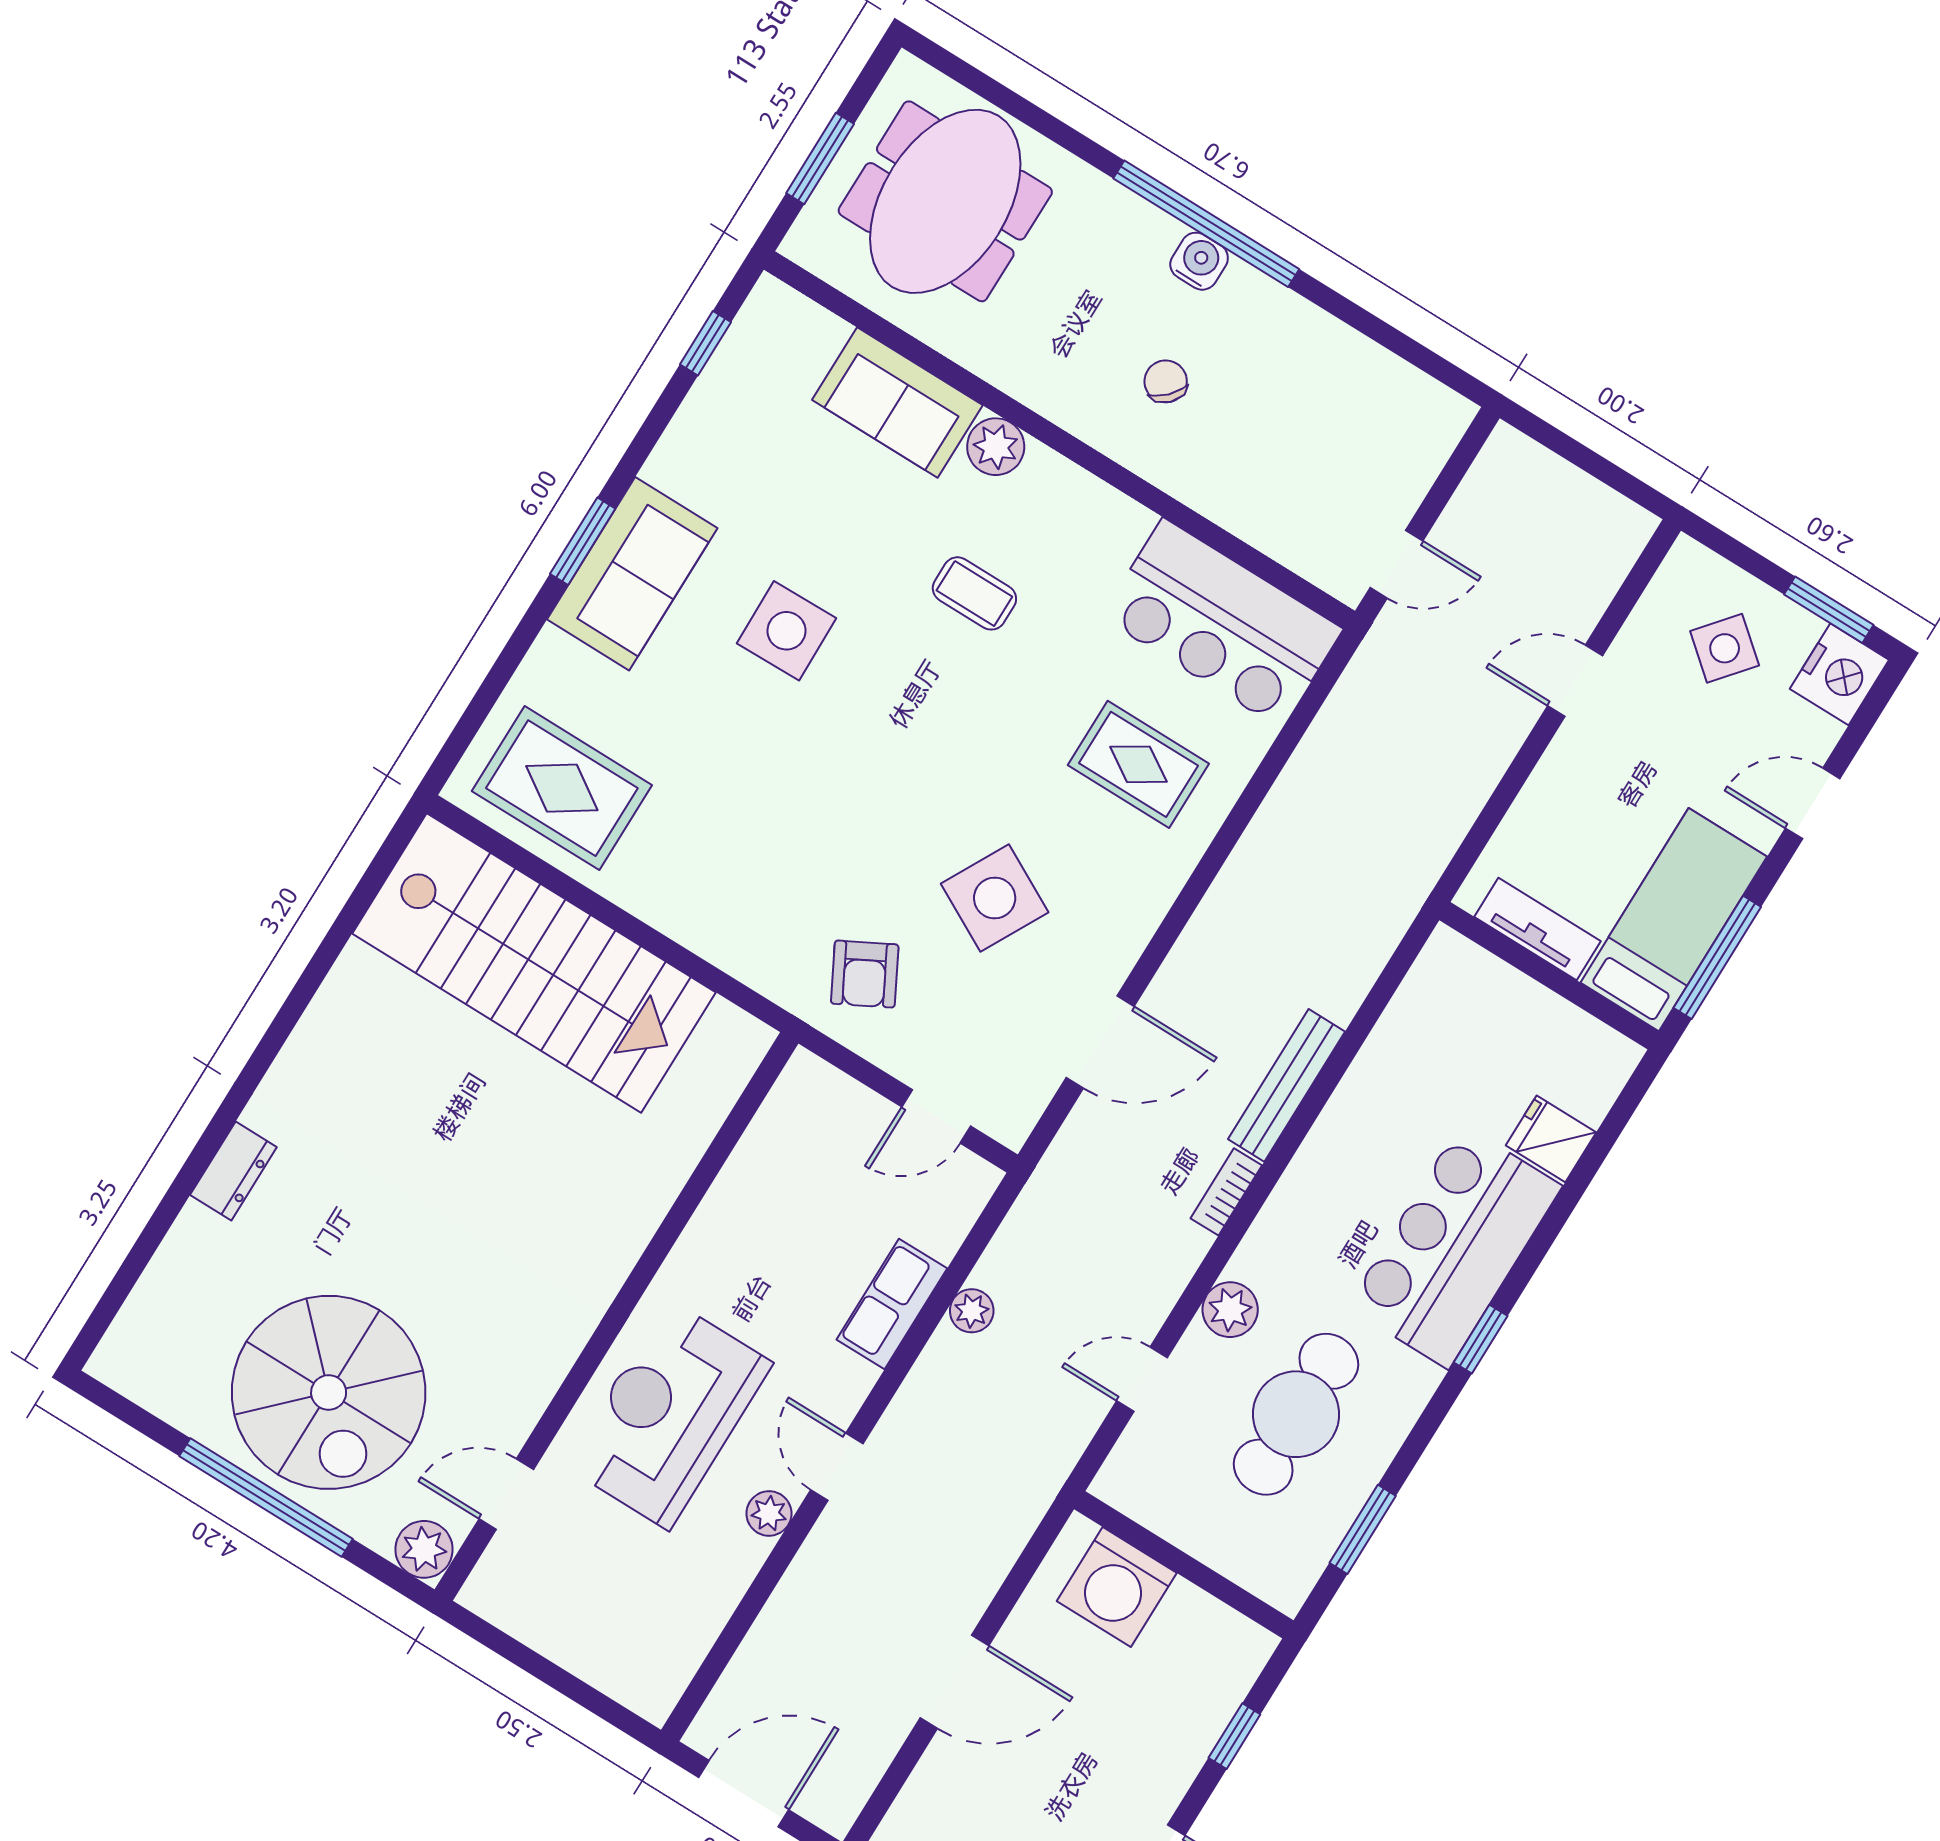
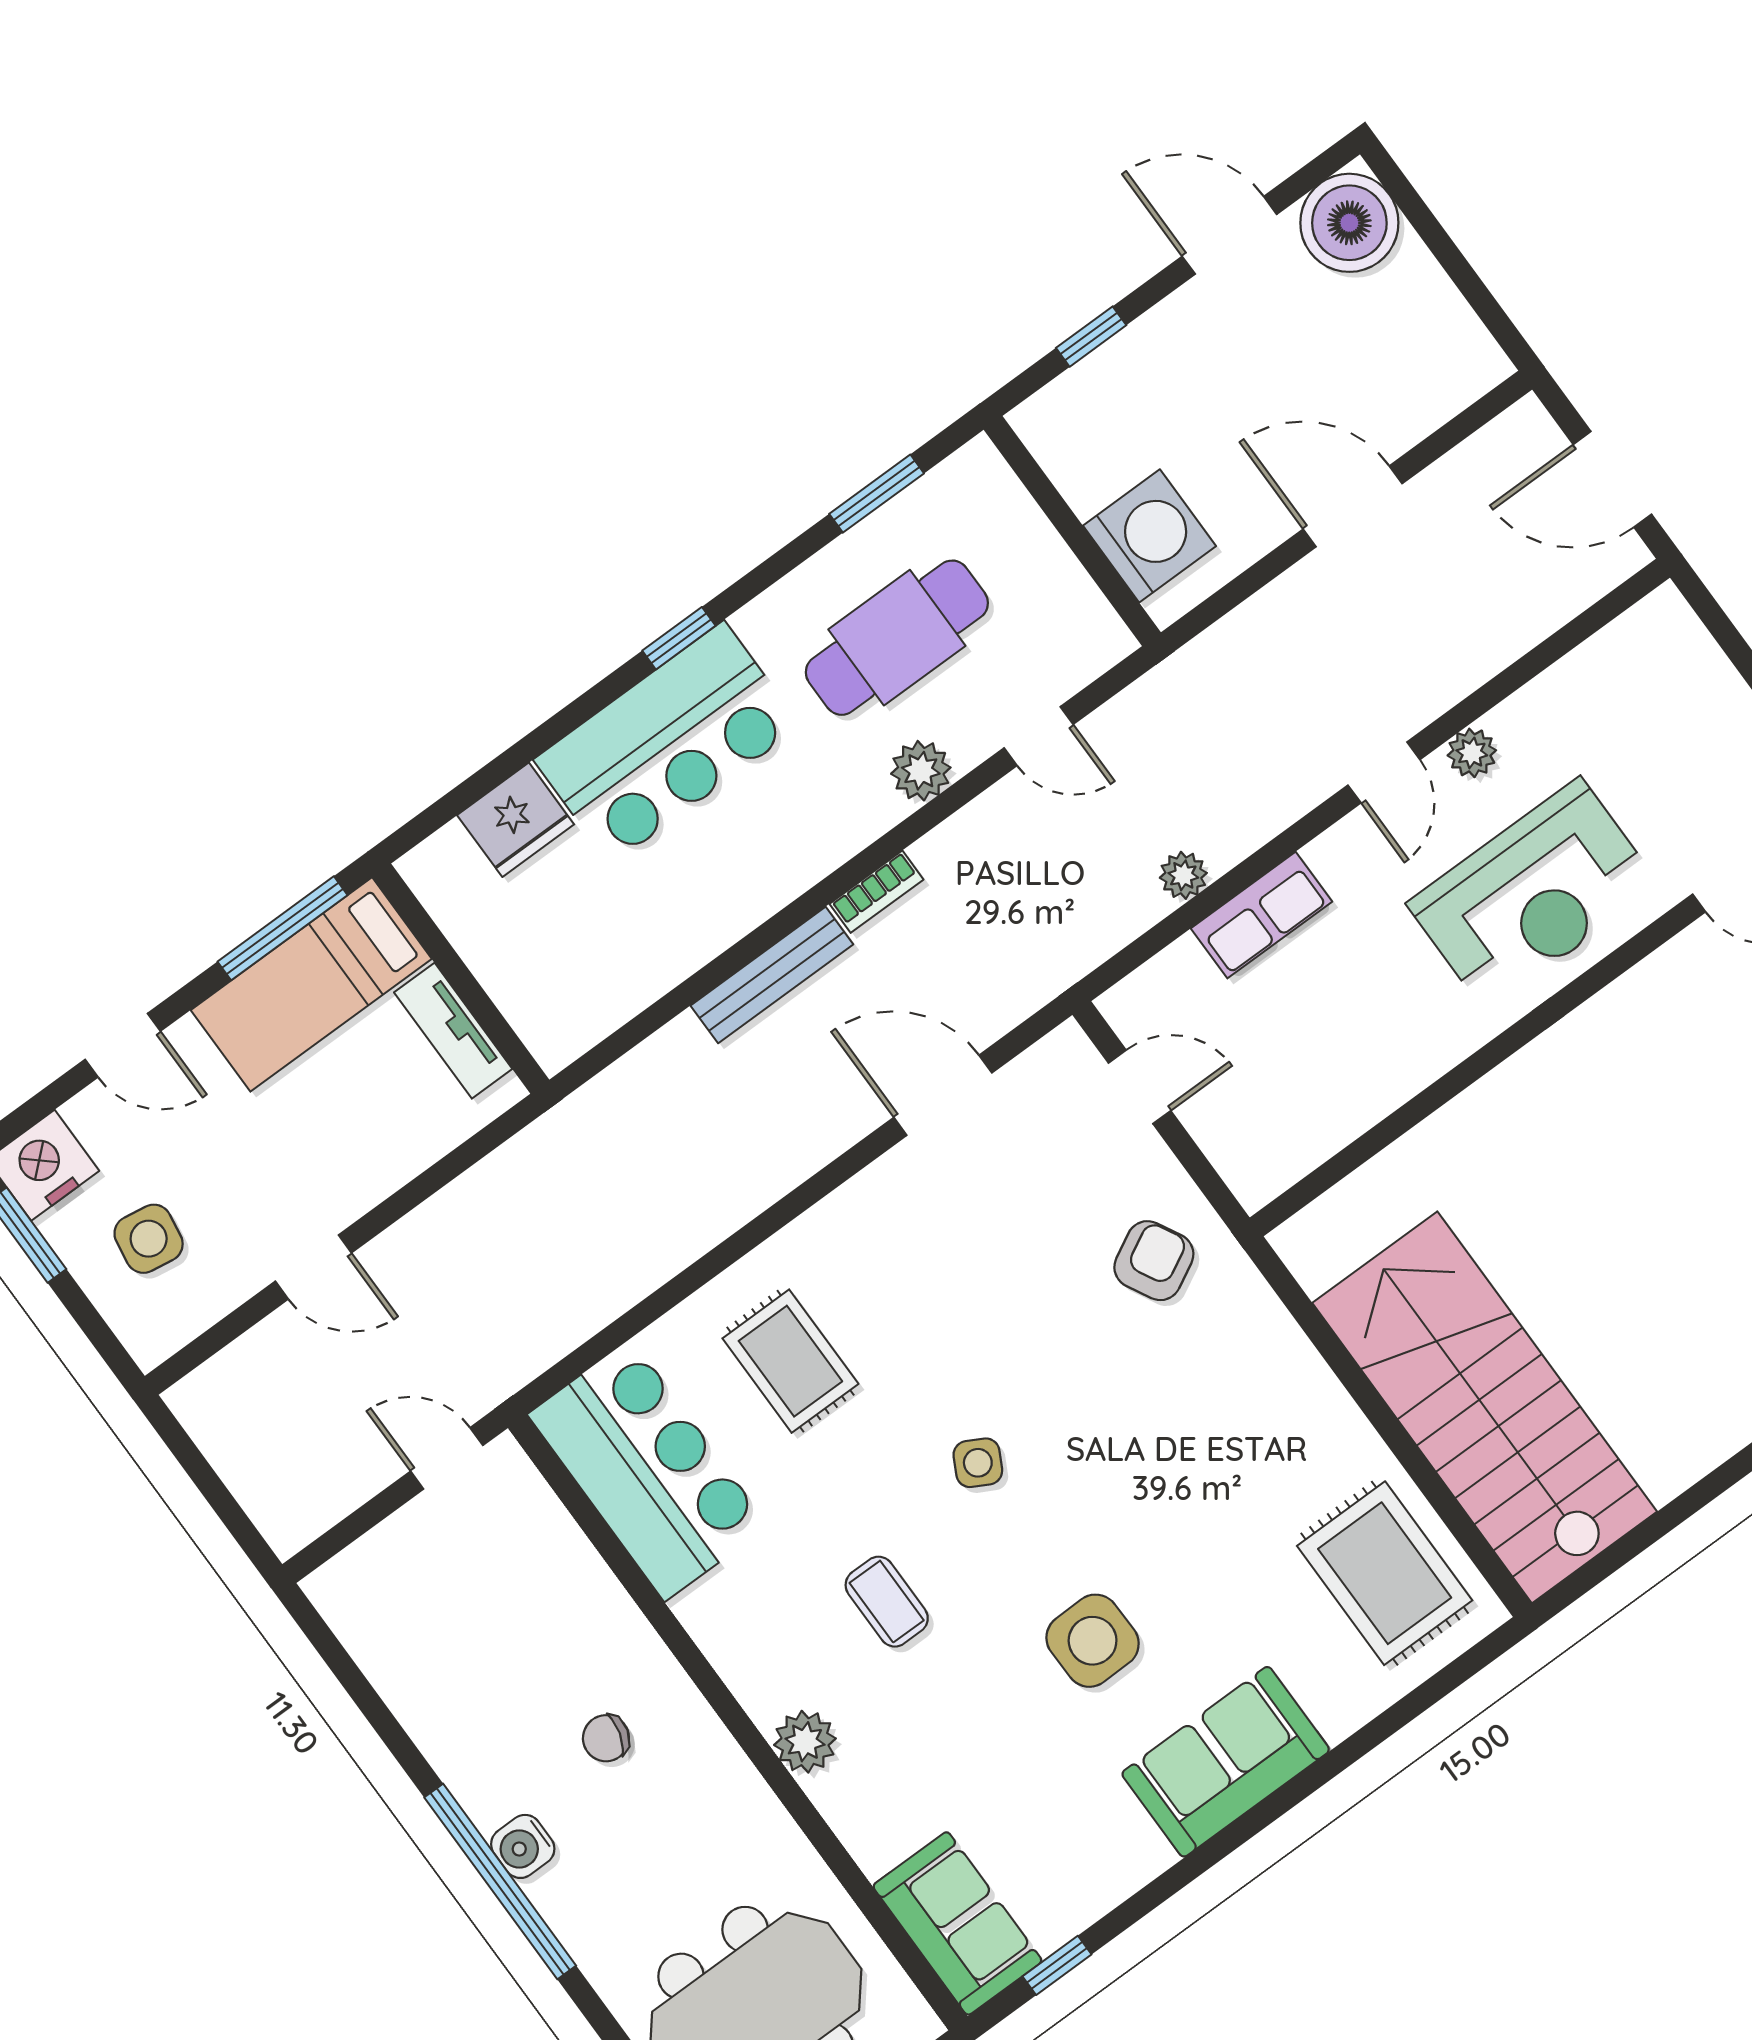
chair: (1166, 381) -> (606, 1738), turned 62
sofa: (897, 403) -> (957, 1923), moved
window: (583, 541) -> (1262, 1815), removed
side table: (1725, 648) -> (149, 1239), turned -31
side table: (995, 898) -> (978, 1463), moved, width x0.54, depth x0.54
fridge: (1551, 1139) -> (516, 820), width x1.38

